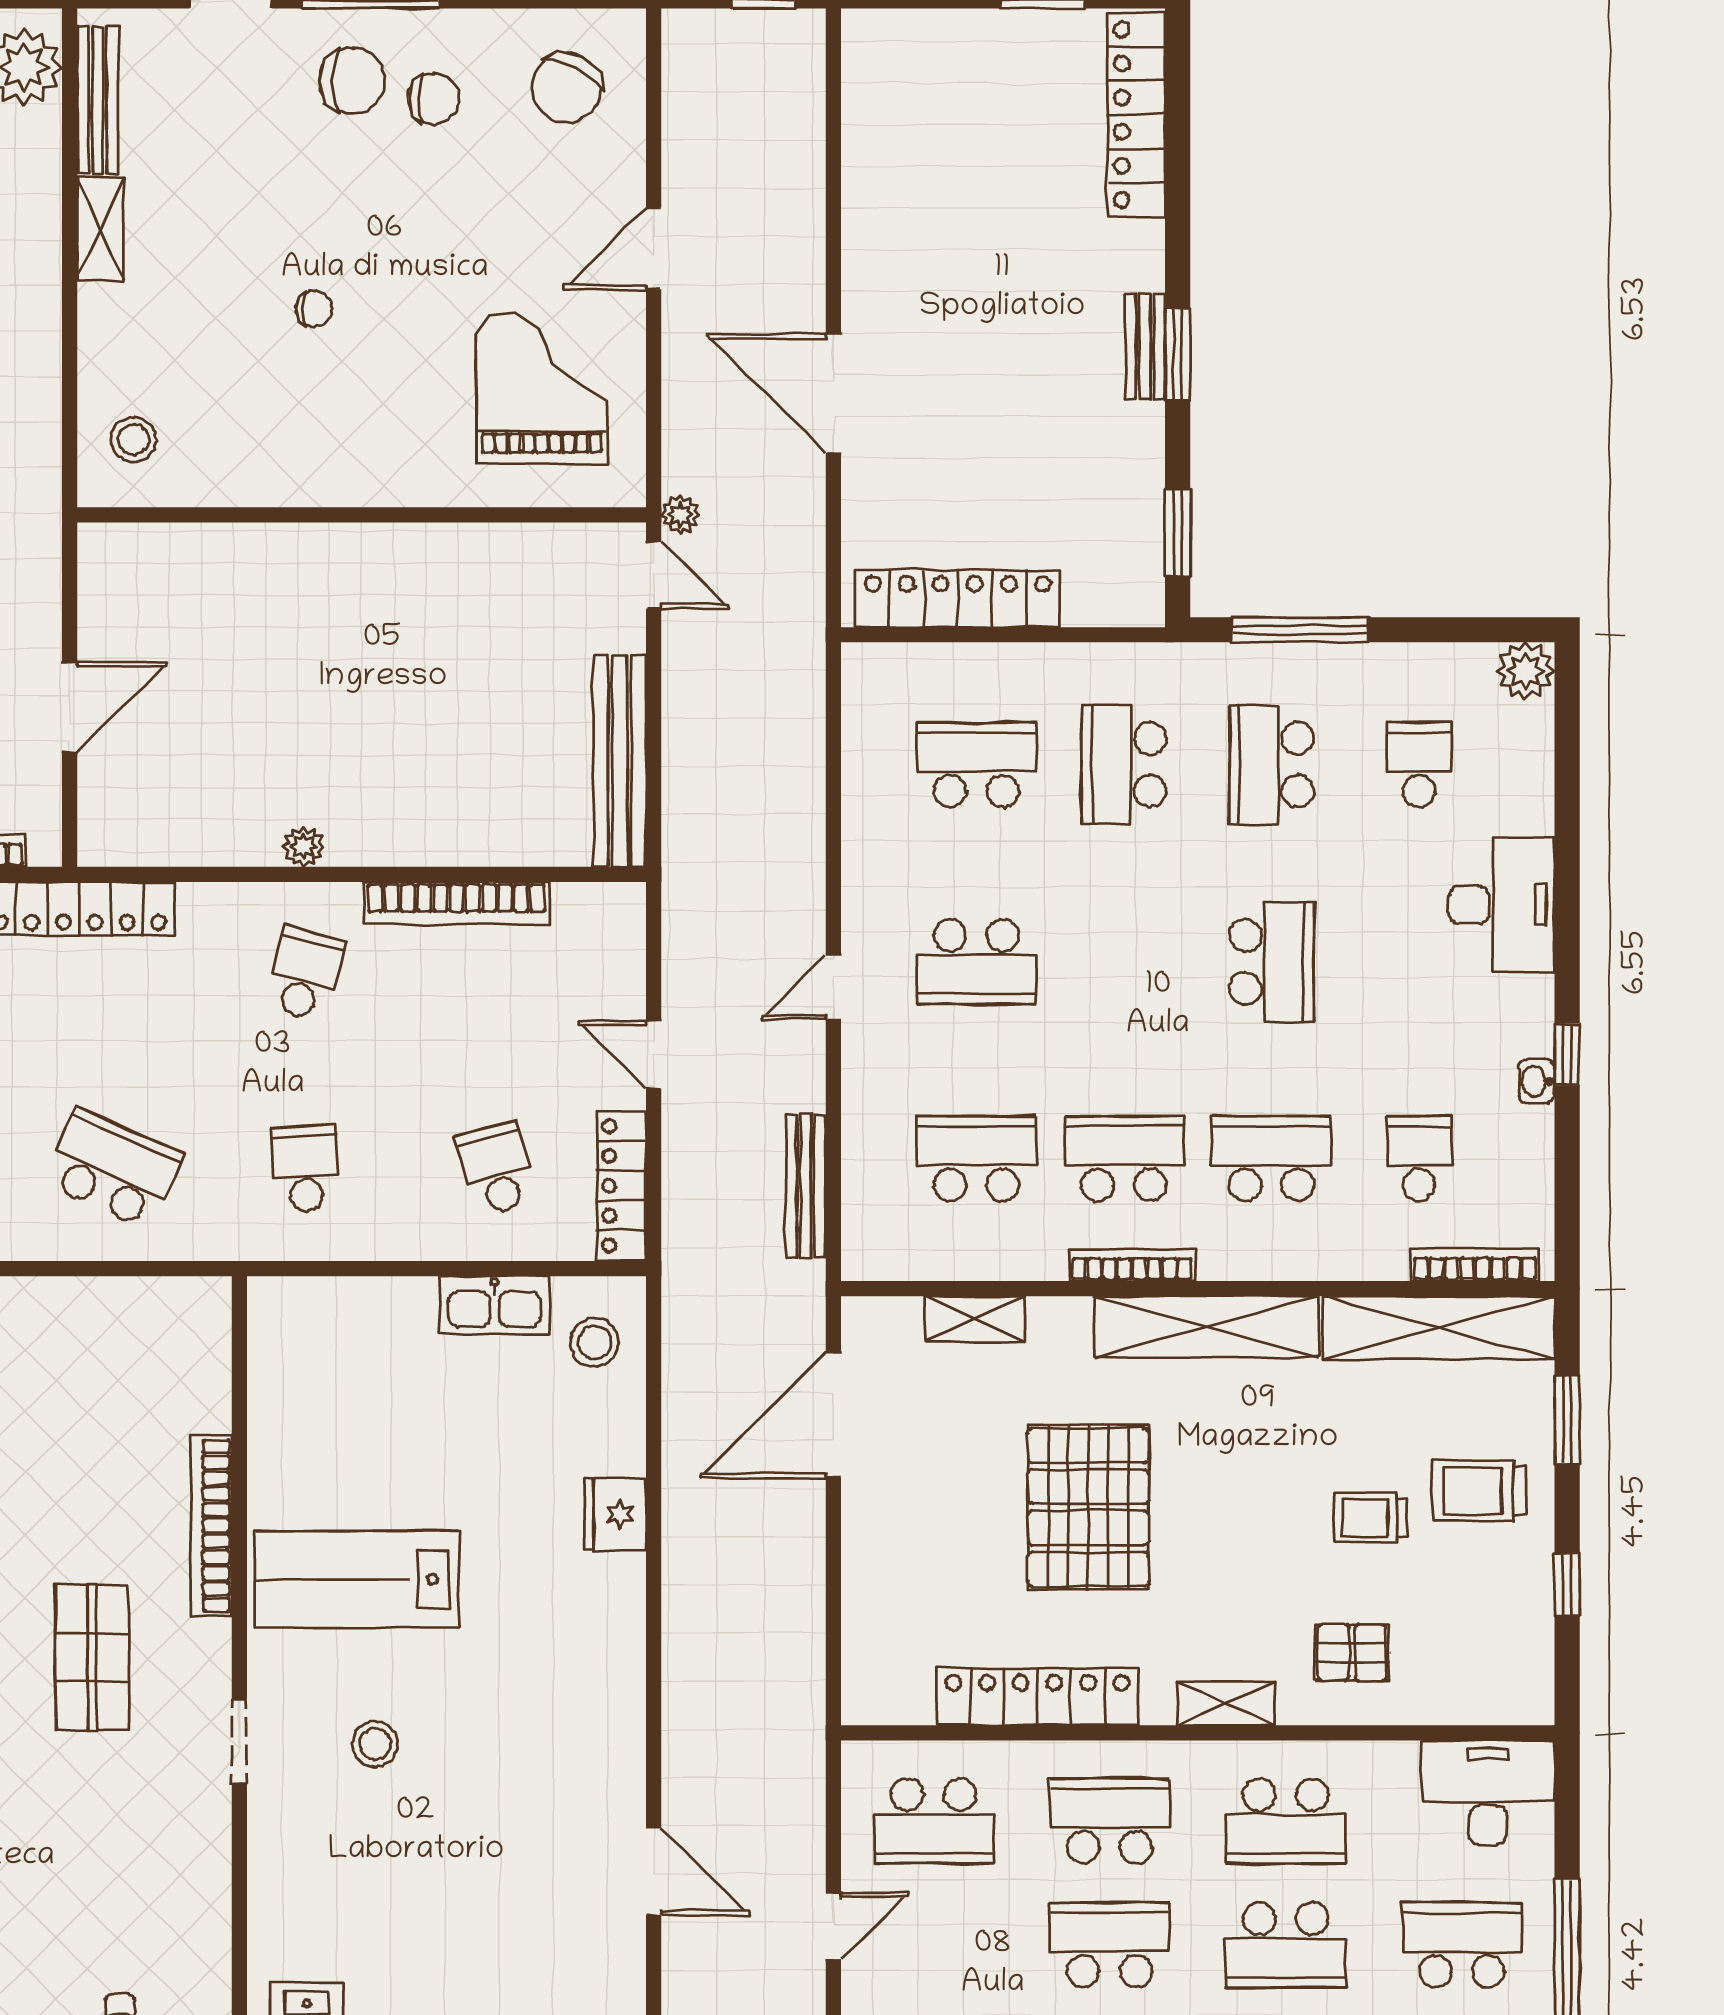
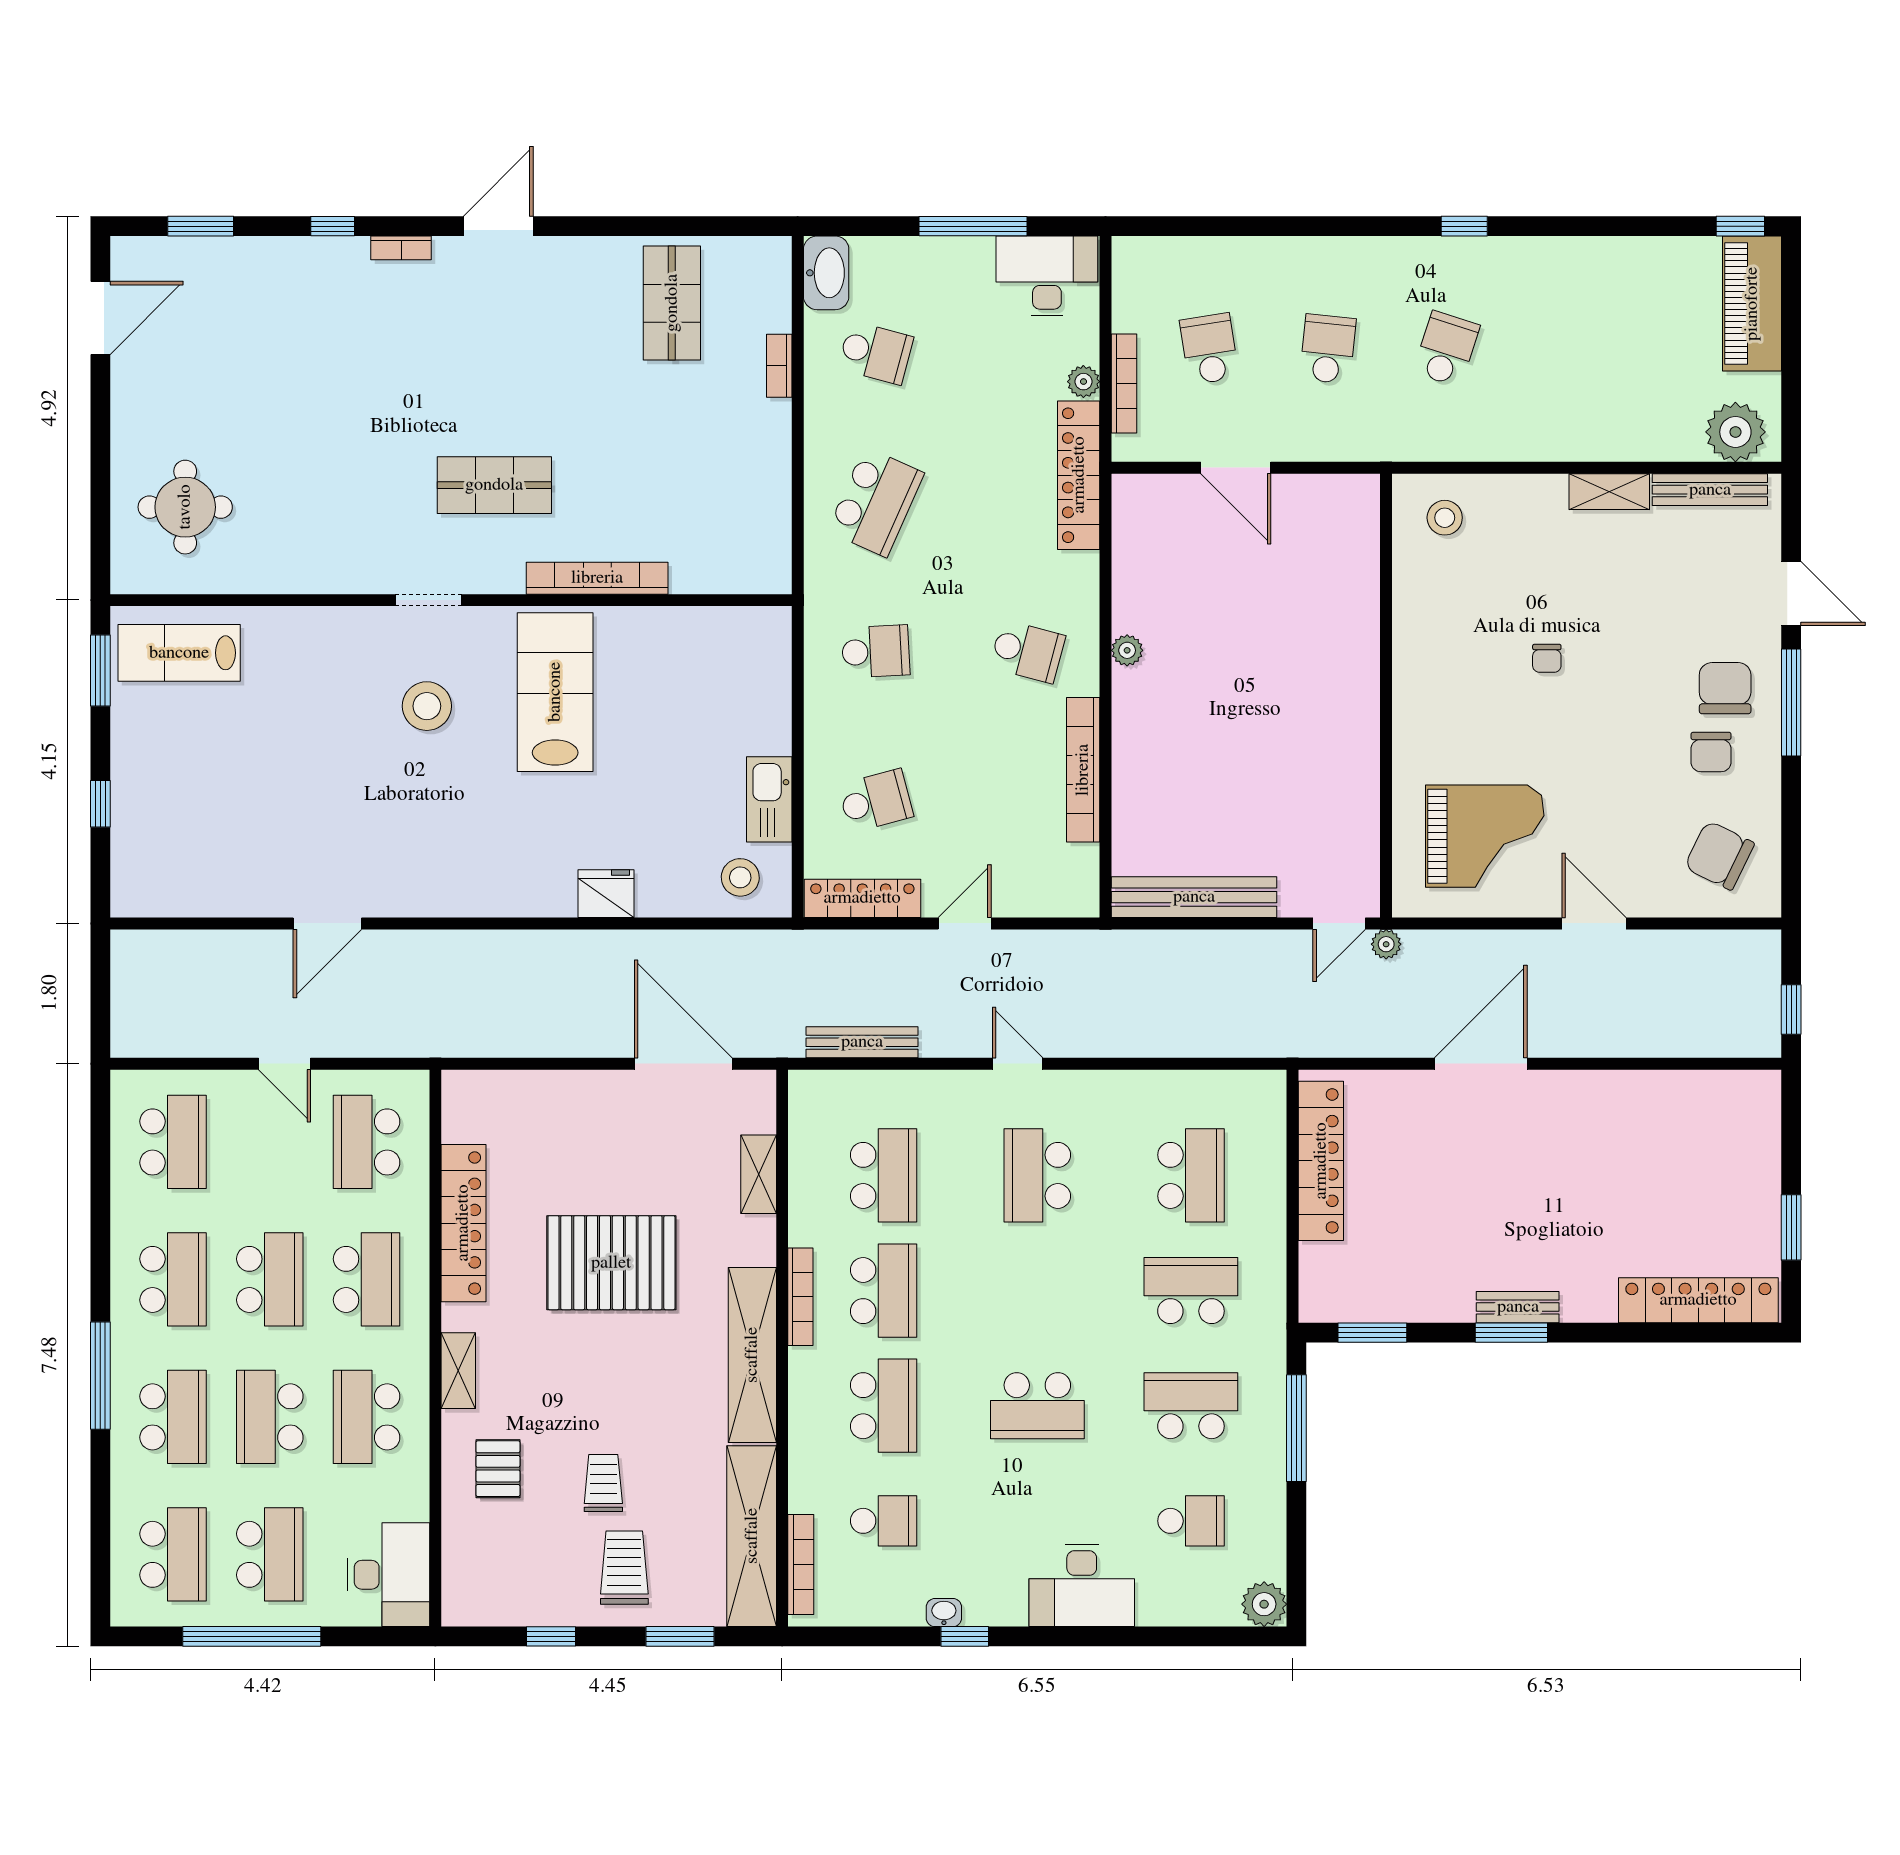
chair: (352, 80) -> (1725, 688), turned 180
stool: (375, 1744) -> (427, 706), width x1.38, depth x1.38

